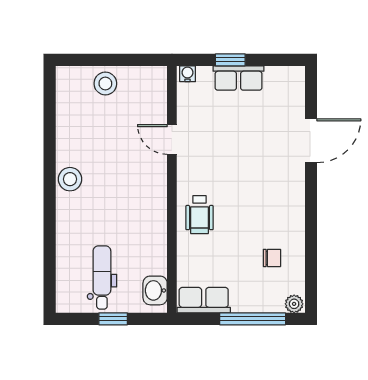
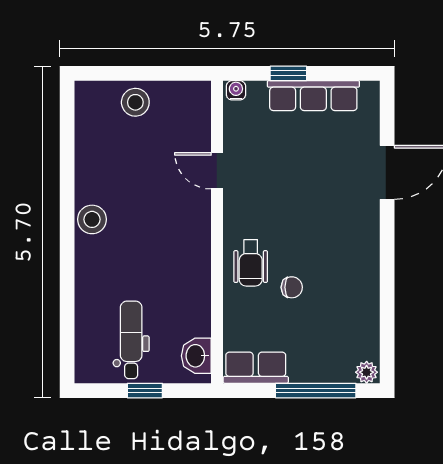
row of seats: (239, 78) -> (313, 96), width x1.48
chair: (272, 258) -> (292, 287), moved

